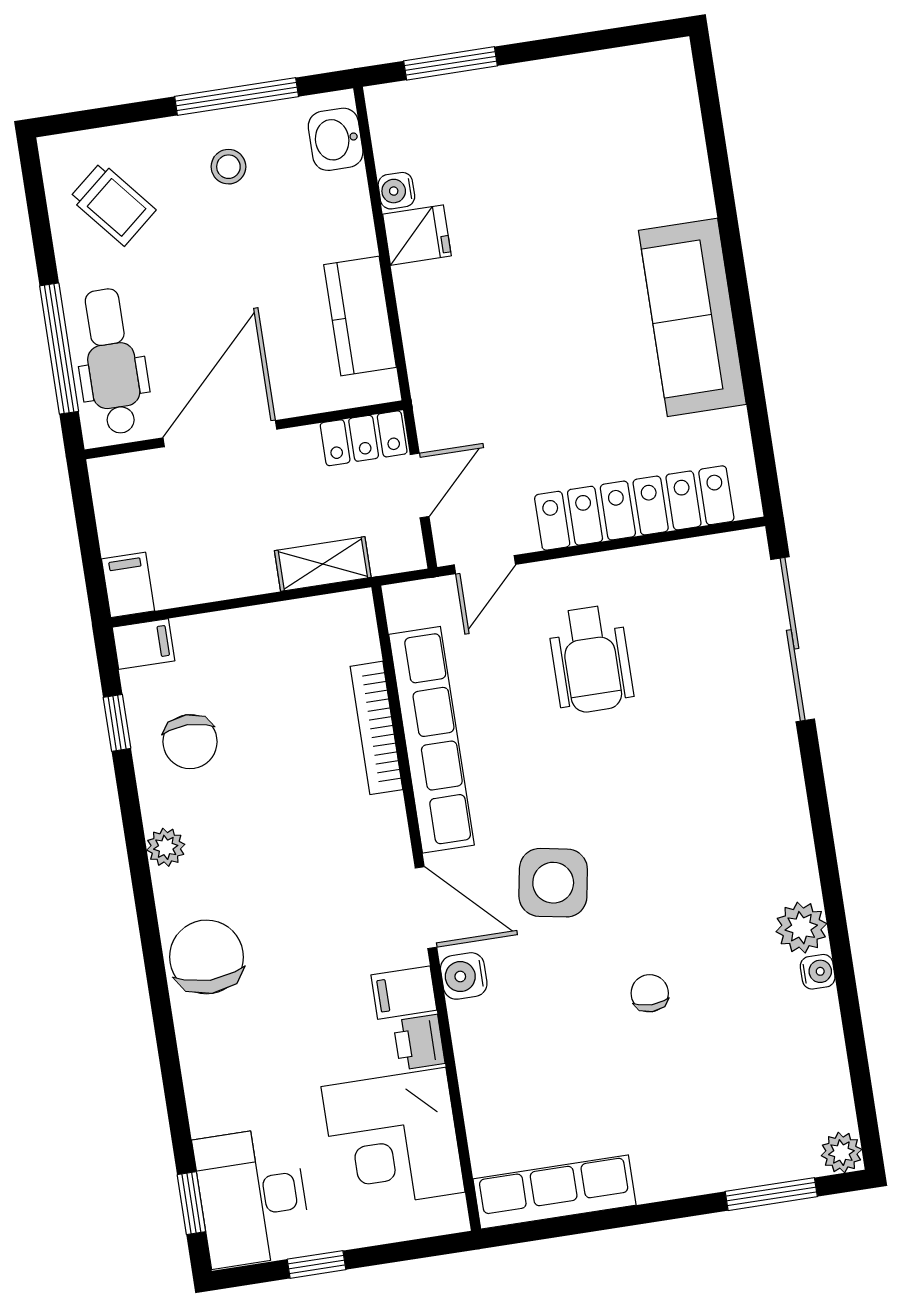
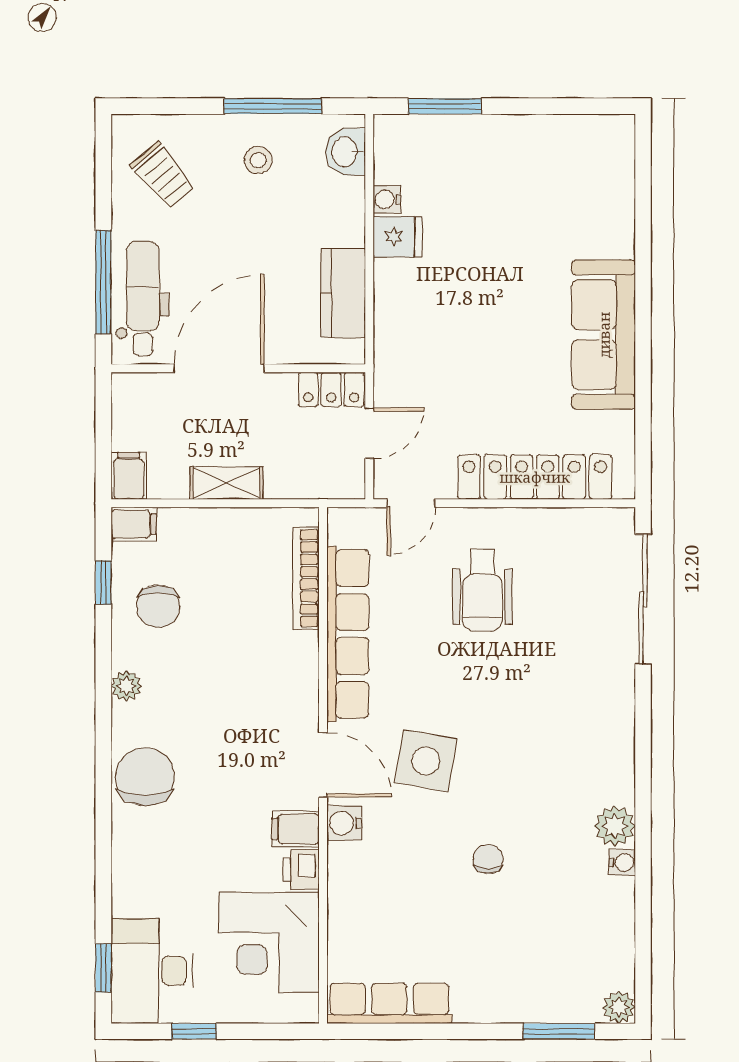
shelving: (323, 564) -> (226, 483), moved
bookcase: (376, 728) -> (306, 578), moved

